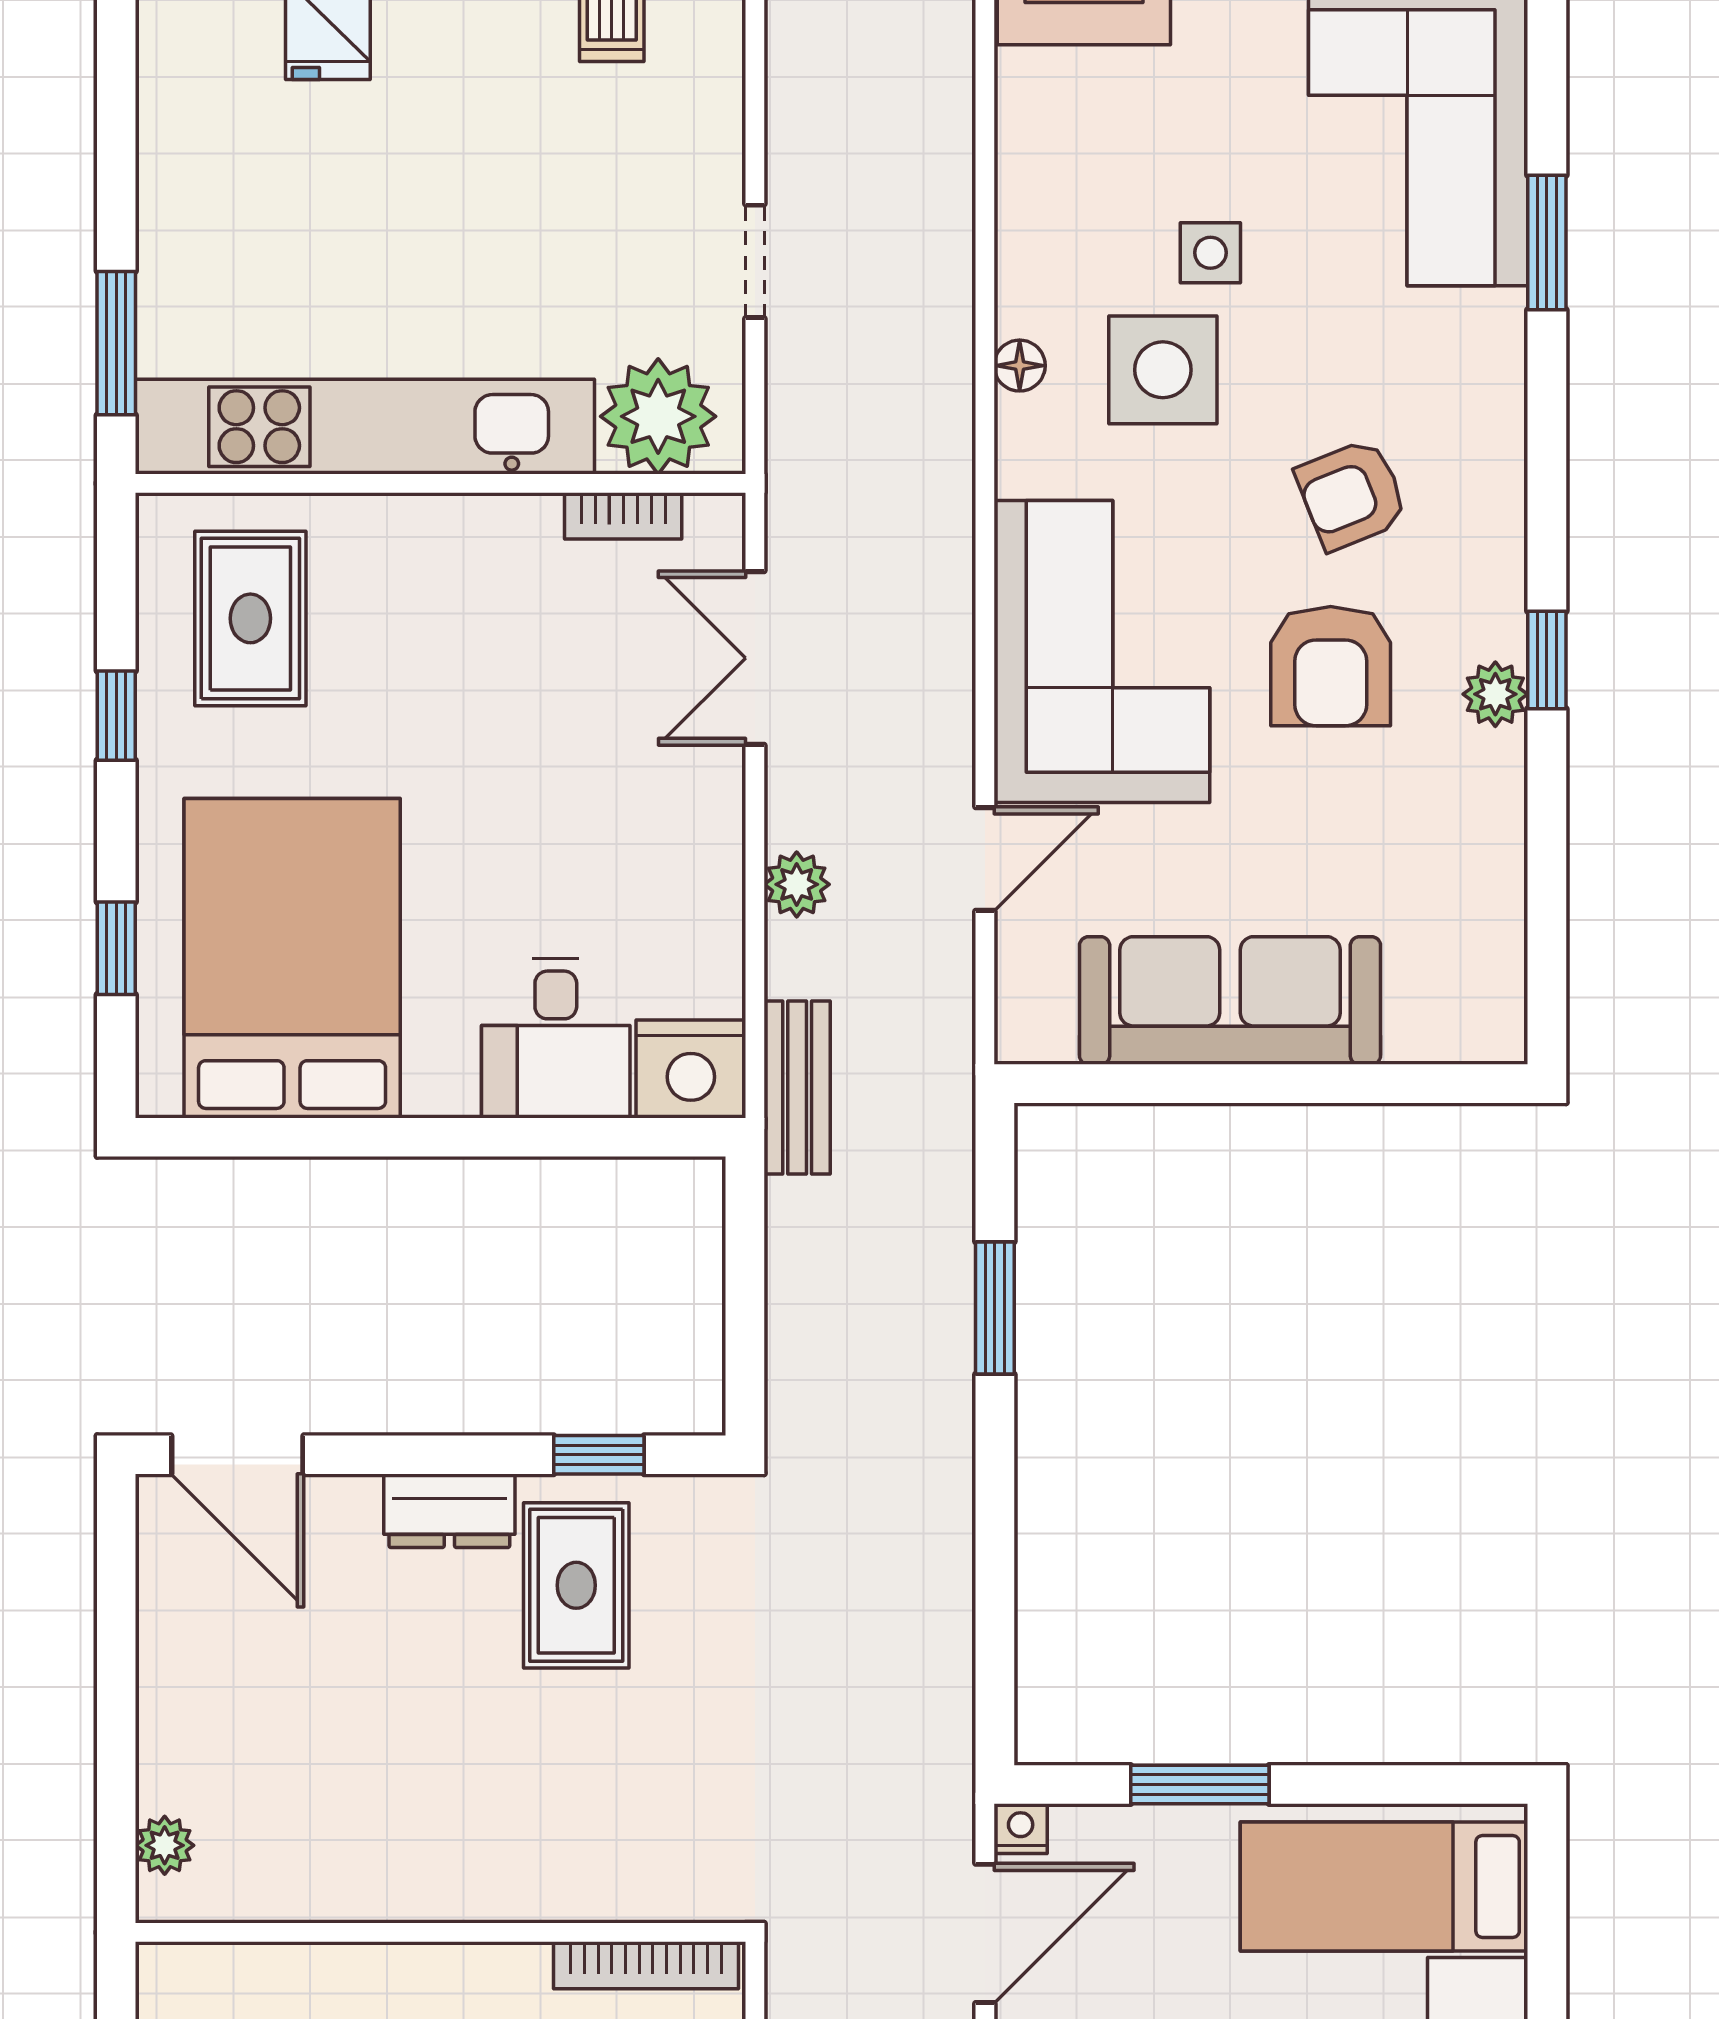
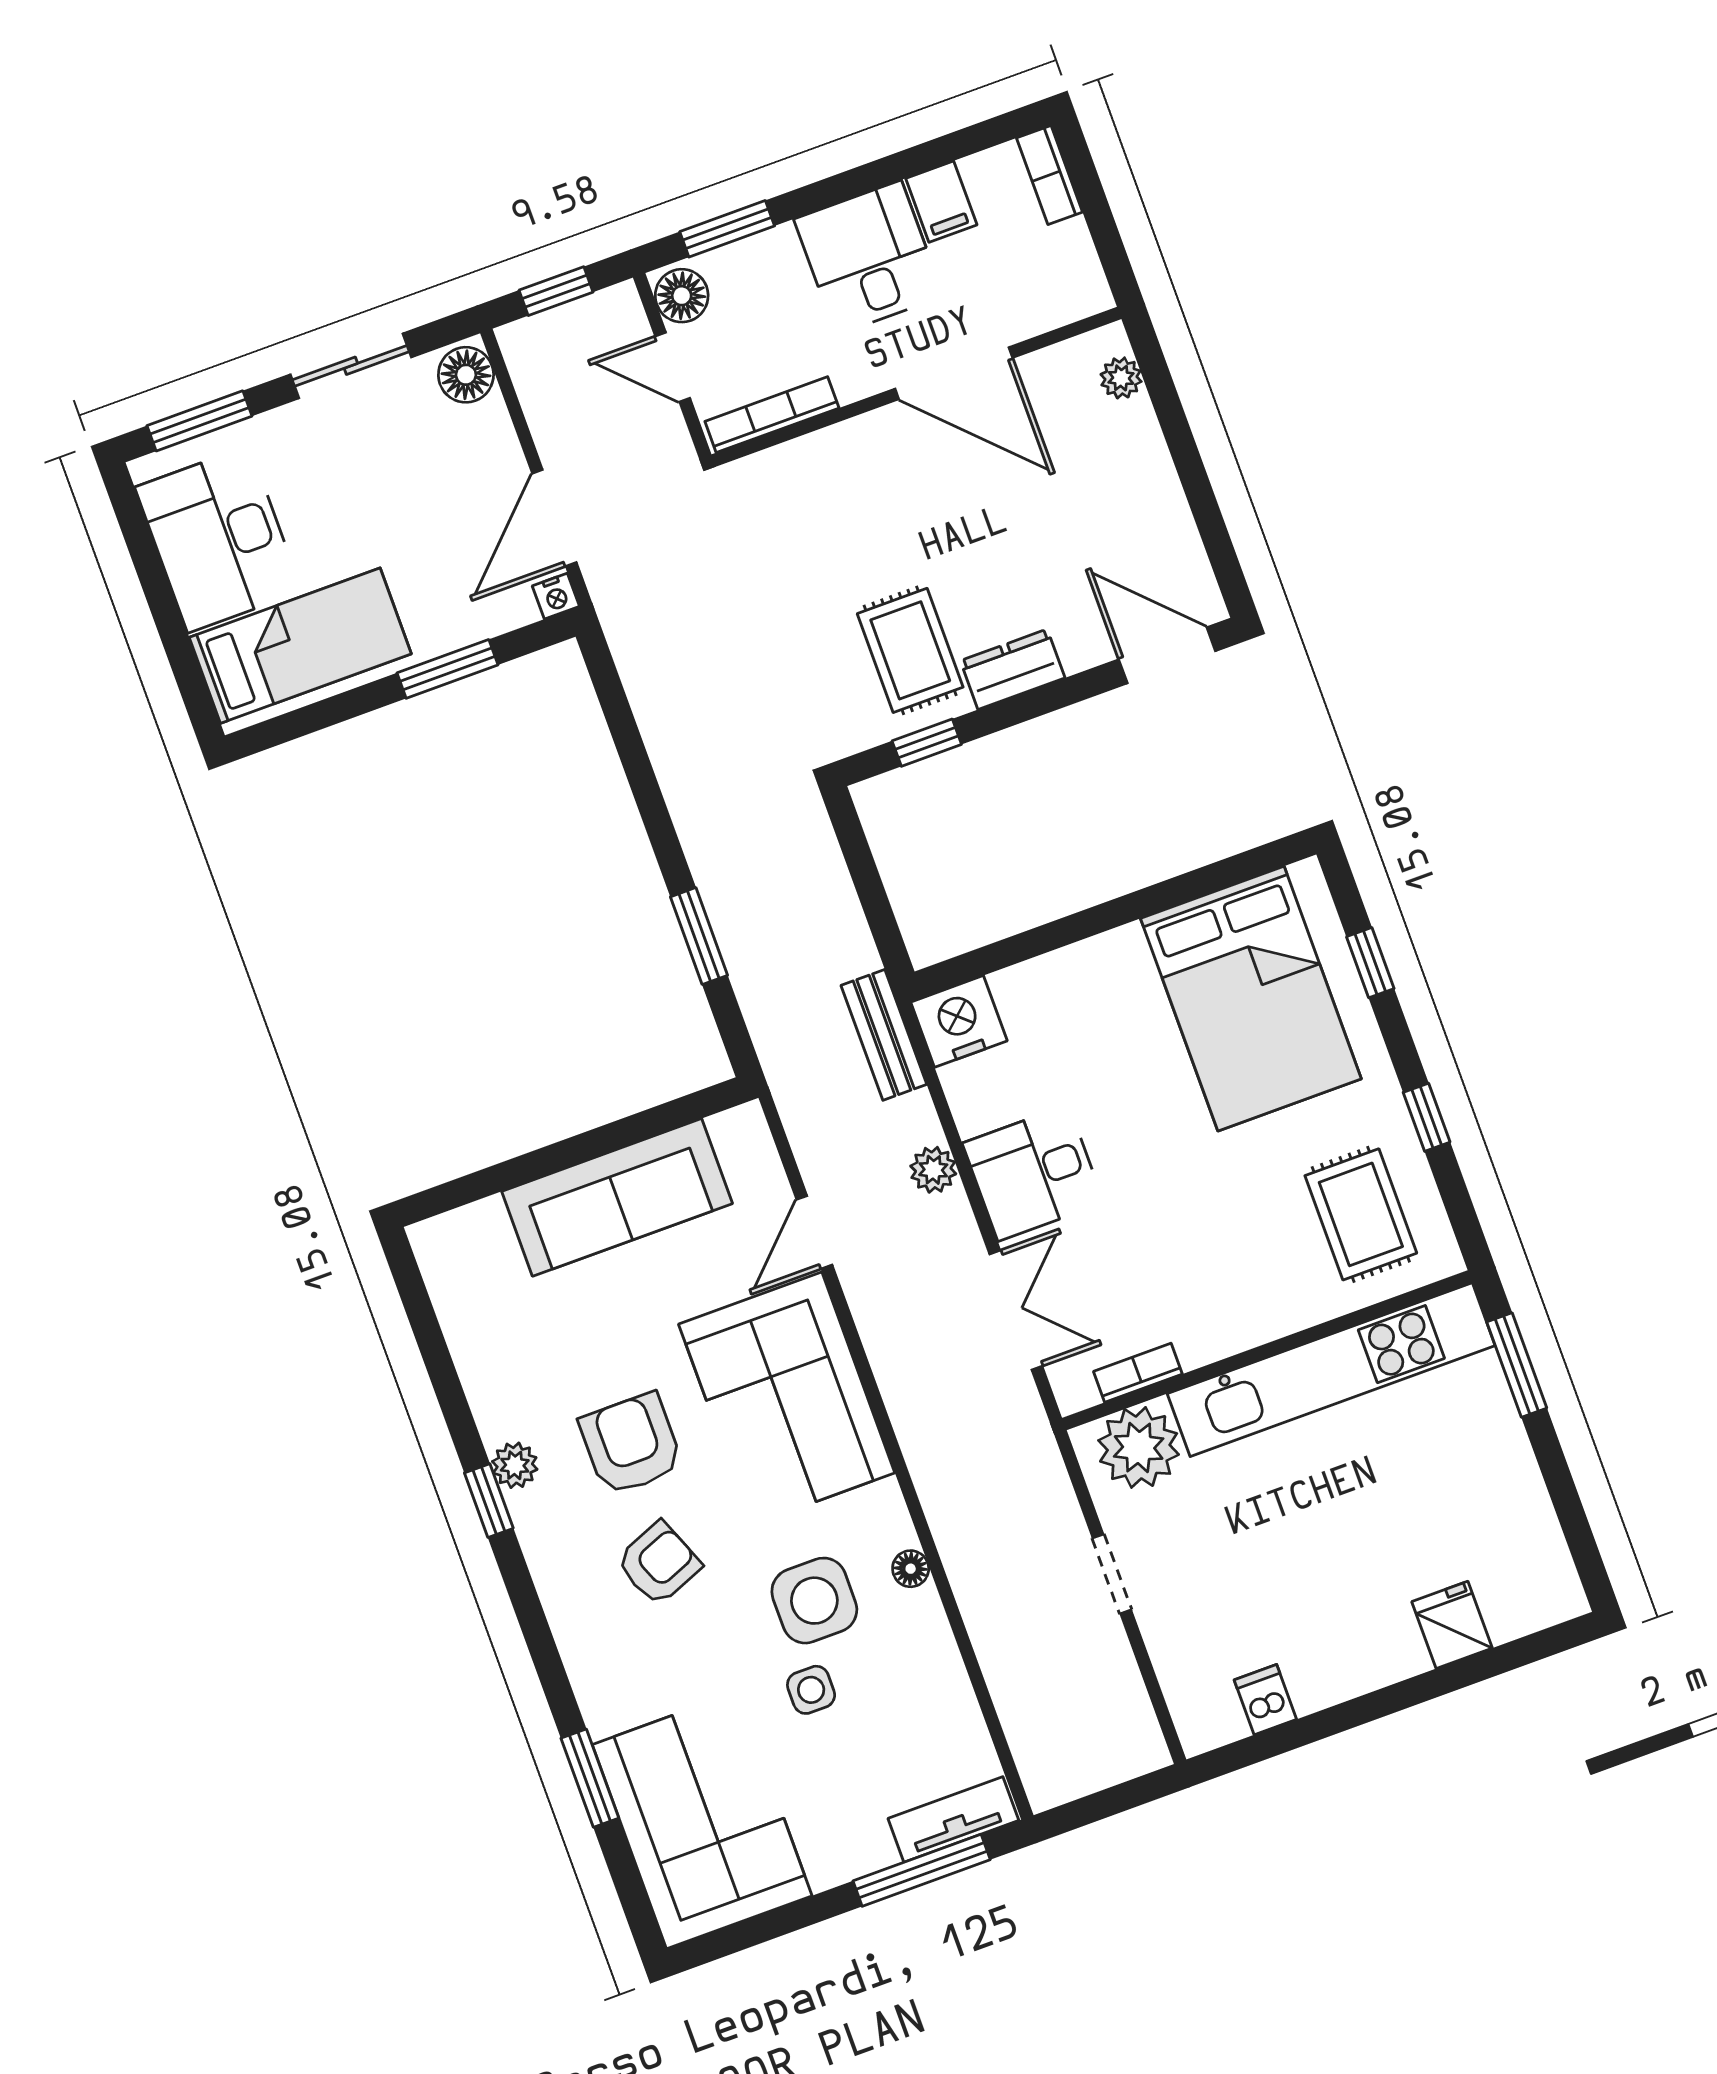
desk: (556, 1038) -> (1033, 1173), moved, turned -90
door: (384, 1932) -> (954, 373), added

